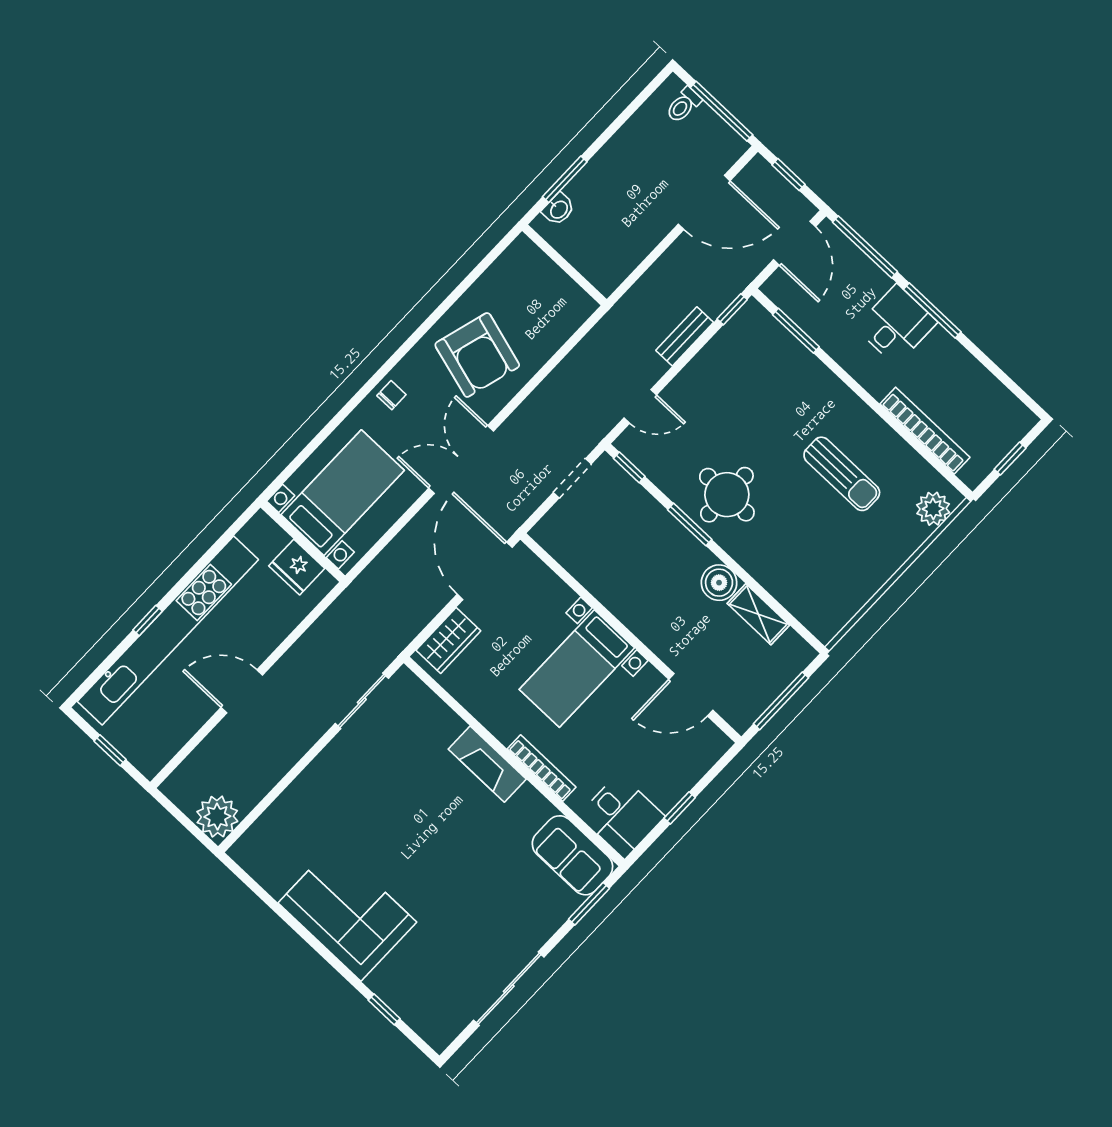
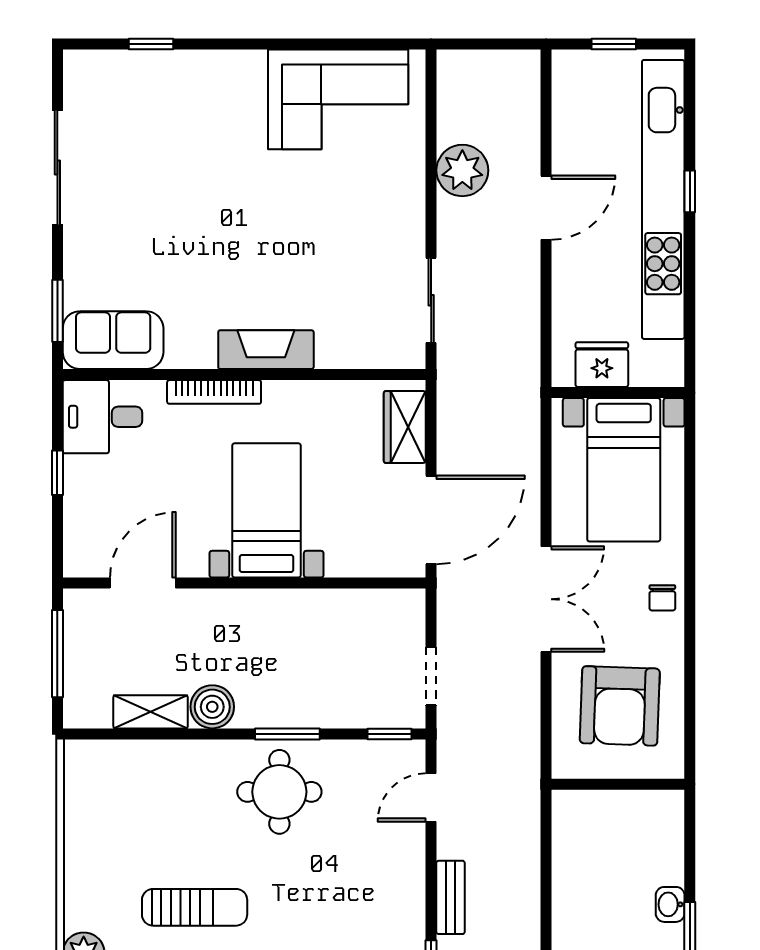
wall: (564, 265) -> (618, 784), moved
armchair: (477, 355) -> (620, 706), turned -104
sun lounger: (842, 474) -> (195, 907), turned 180
door: (485, 571) -> (431, 520), hinge flipped
plant: (217, 817) -> (462, 170), moved
corner sofa: (347, 912) -> (338, 99), moved

